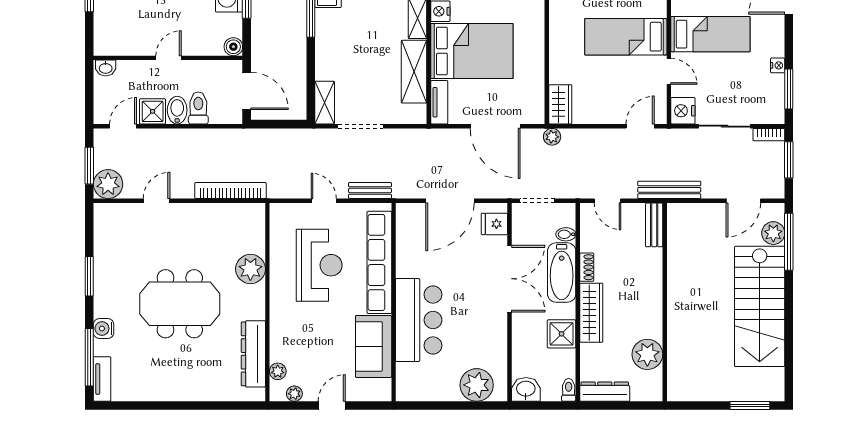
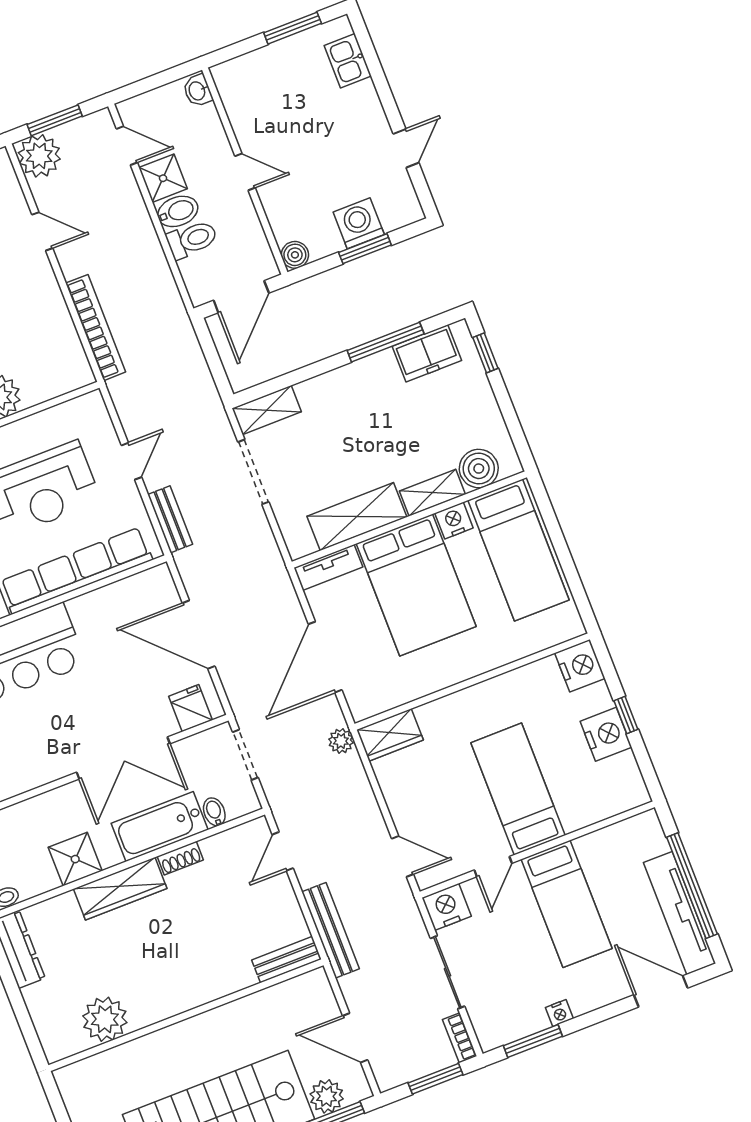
bench: (654, 225) -> (286, 960), moved
wall: (665, 302) -> (186, 1015), moved
plant: (647, 354) -> (105, 1019), moved

